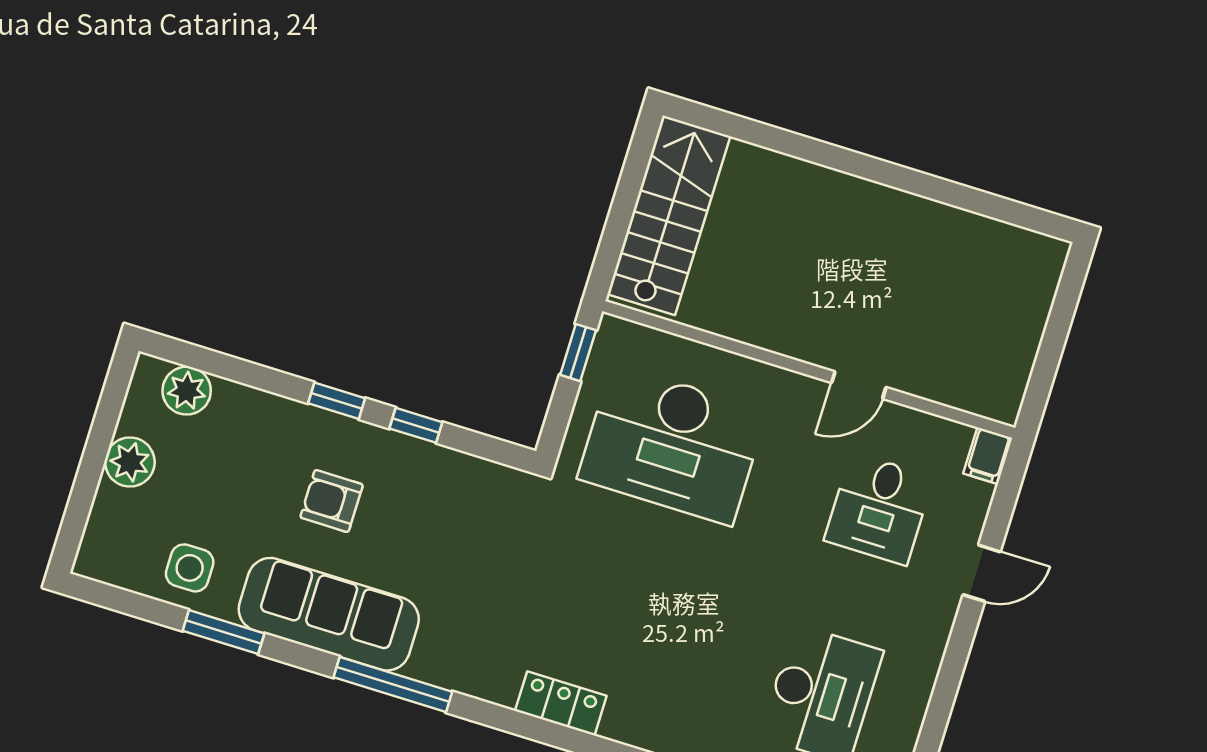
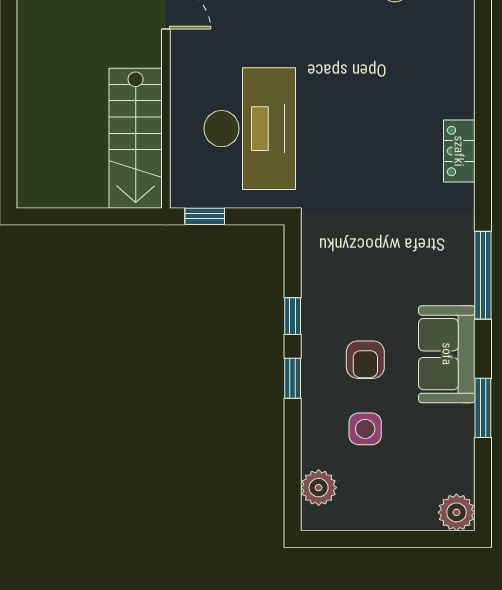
stairs: (669, 215) -> (136, 138), moved, turned -90
plant: (130, 462) -> (456, 512), moved
side table: (190, 568) -> (365, 429), moved
sofa: (329, 614) -> (447, 354), width x0.73

